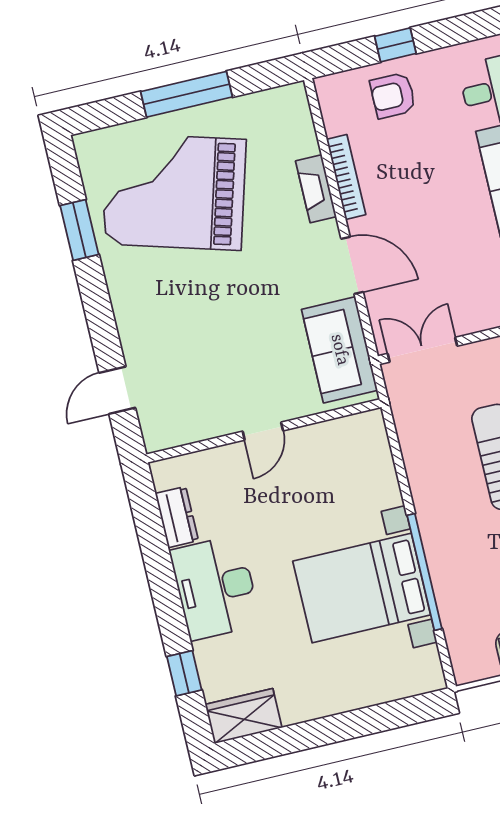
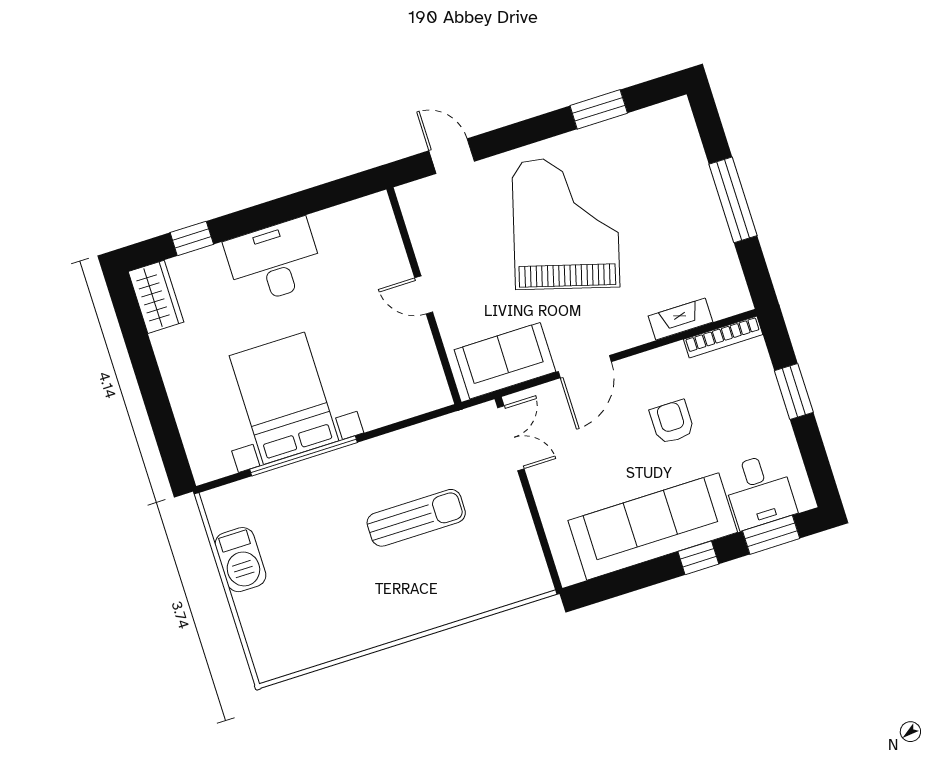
window: (395, 45) -> (794, 392), width x1.50
armchair: (393, 95) -> (672, 422), moved
bookcase: (346, 177) -> (723, 337), moved
fireplace: (316, 189) -> (680, 319), moved
grand piano: (174, 192) -> (566, 223), moved
dresser: (177, 517) -> (337, 221), removed

